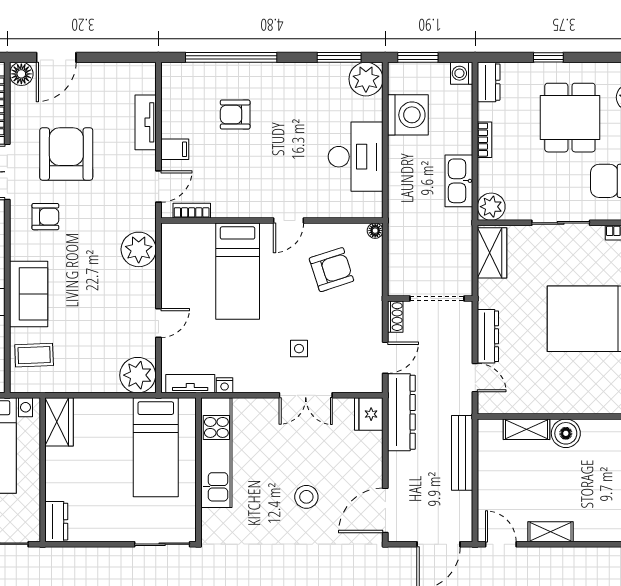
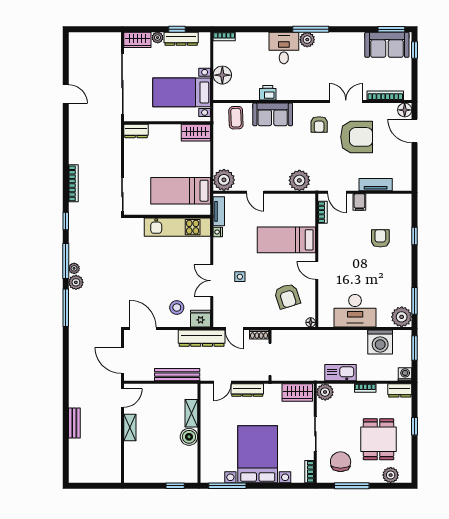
window: (231, 57) -> (415, 236), width x0.32
dining table: (570, 118) -> (378, 439), turned 90
stool: (306, 497) -> (177, 307), moved

